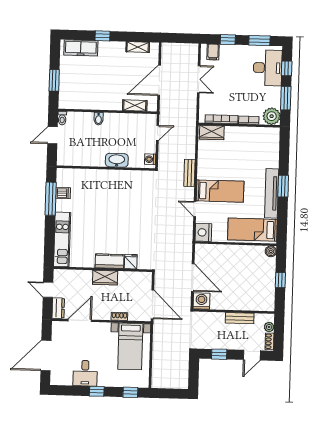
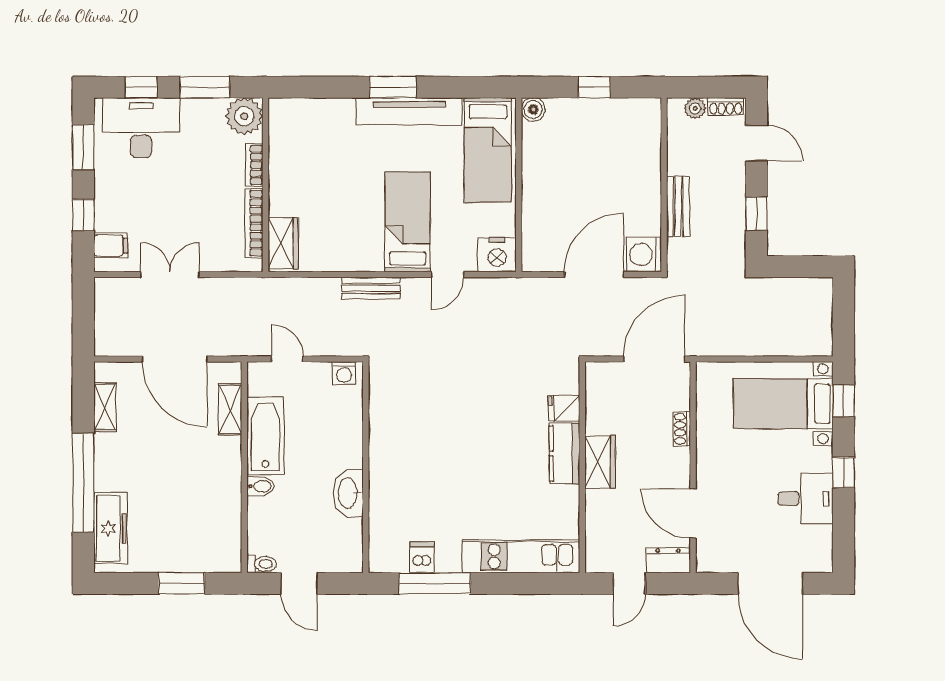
window: (103, 36) -> (83, 483), width x3.17
bathtub: (122, 122) -> (265, 436), added
washbasin: (117, 160) -> (348, 493), moved
bench: (240, 318) -> (678, 207), moved
bed with nightstands: (130, 346) -> (783, 404), moved, turned 180

